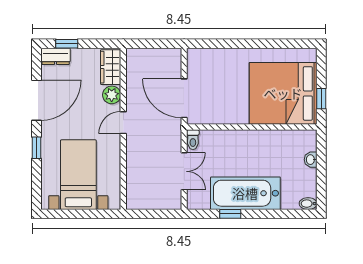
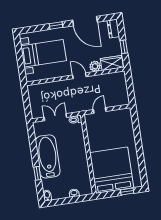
window: (67, 44) -> (124, 47), moved
door: (184, 98) -> (100, 111), width x0.53
window: (321, 99) -> (127, 192), moved
double door: (184, 171) -> (55, 117), swing flipped
window: (230, 214) -> (37, 173), moved

